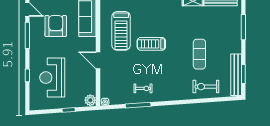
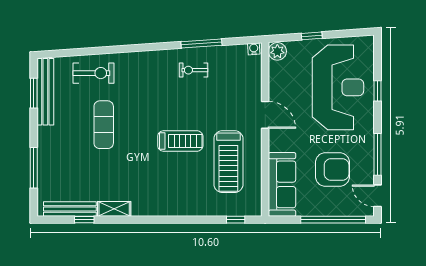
armchair: (56, 26) -> (332, 170), turned -90
treadmill: (121, 31) -> (228, 162), turned 180
reception desk: (52, 78) -> (338, 87), width x1.36, depth x1.30

